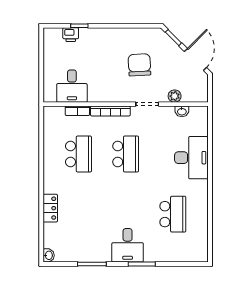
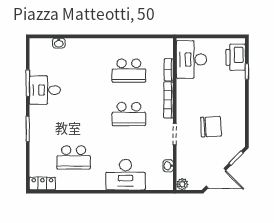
printer: (71, 35) -> (236, 57), width x1.87, depth x1.48
desk: (72, 86) -> (191, 59), width x1.37
plant: (175, 96) -> (182, 184), moved
locker: (50, 208) -> (42, 183), moved, turned 180
desk: (128, 245) -> (45, 90), moved
washbasin: (49, 255) -> (59, 43), moved

